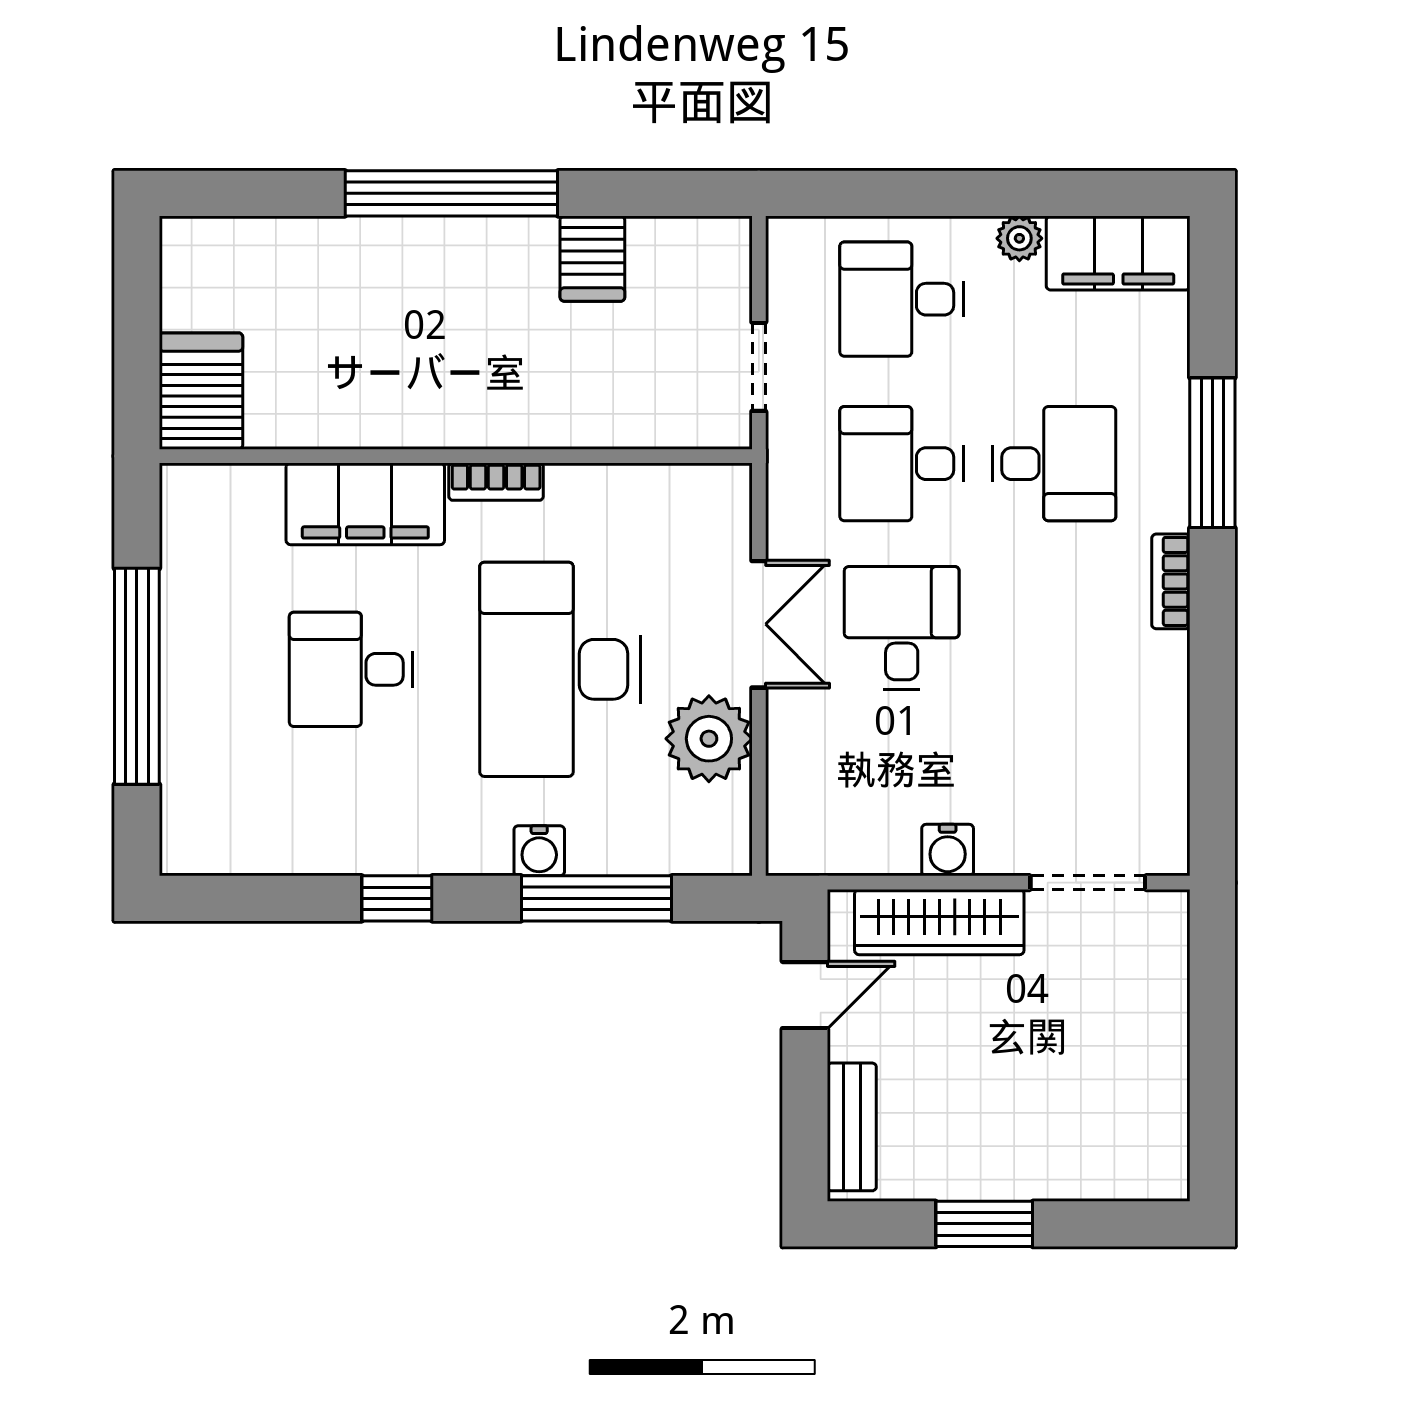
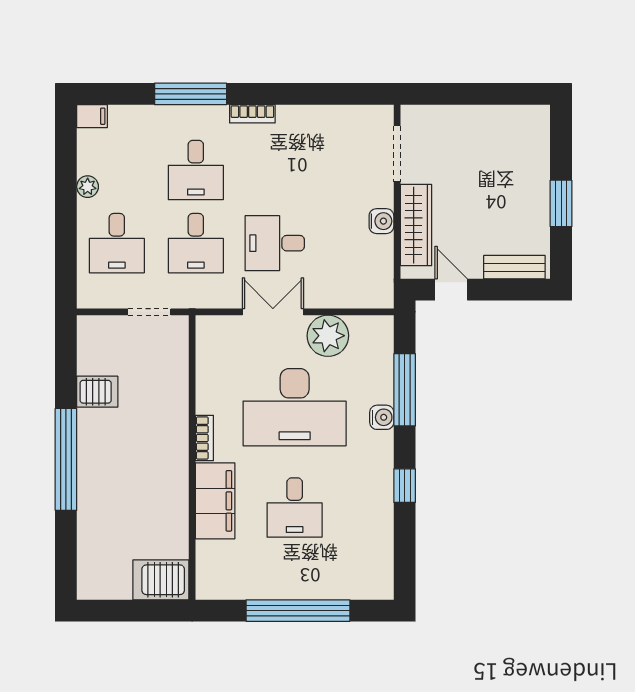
filing cabinet: (1118, 253) -> (92, 116), width x0.33, depth x0.86
desk: (1054, 464) -> (196, 170), turned 180

